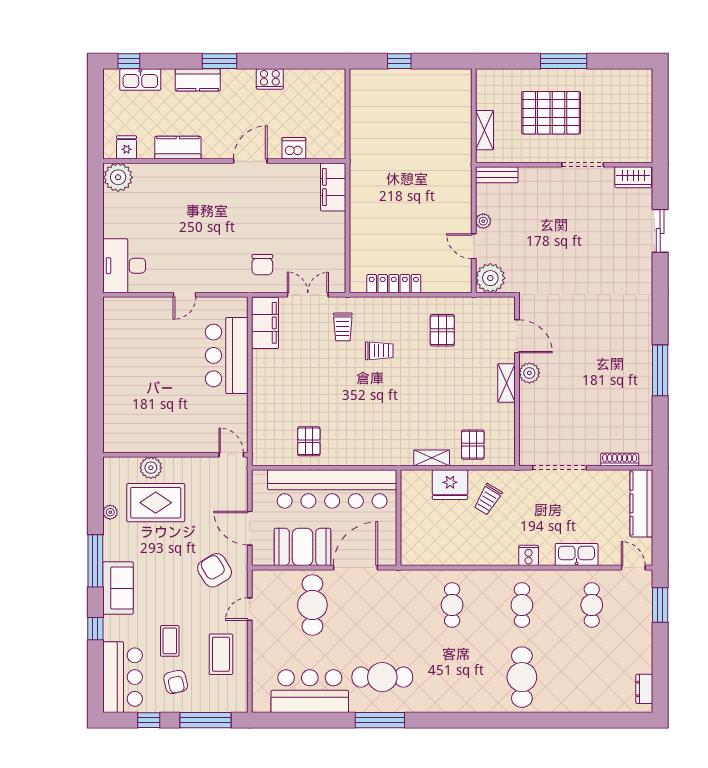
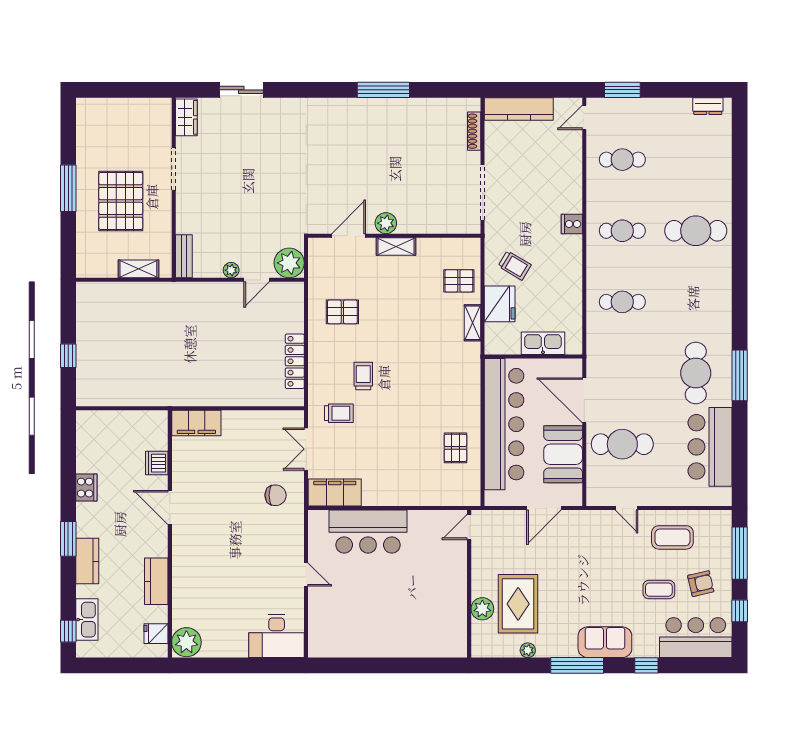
pallet: (309, 441) -> (455, 448), turned 90
kitchen sink: (577, 555) -> (543, 343), moved, turned 90
armchair: (215, 570) -> (587, 544), removed

